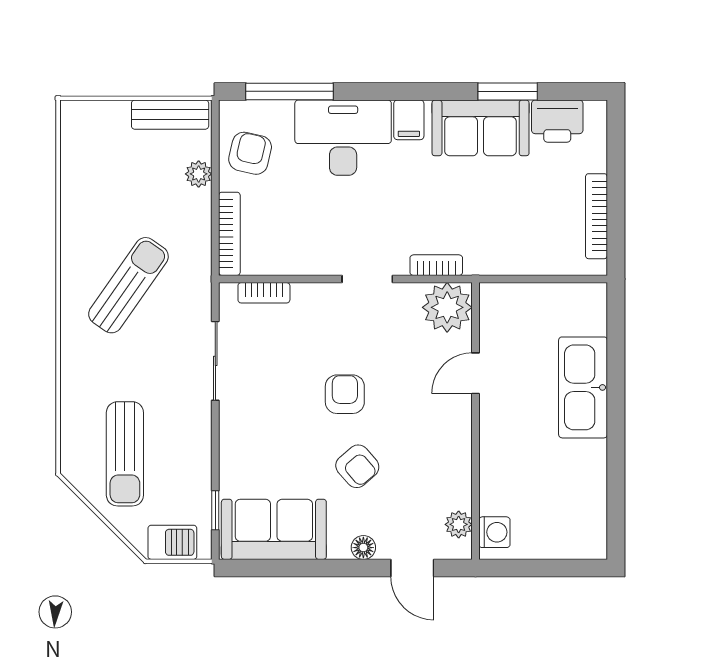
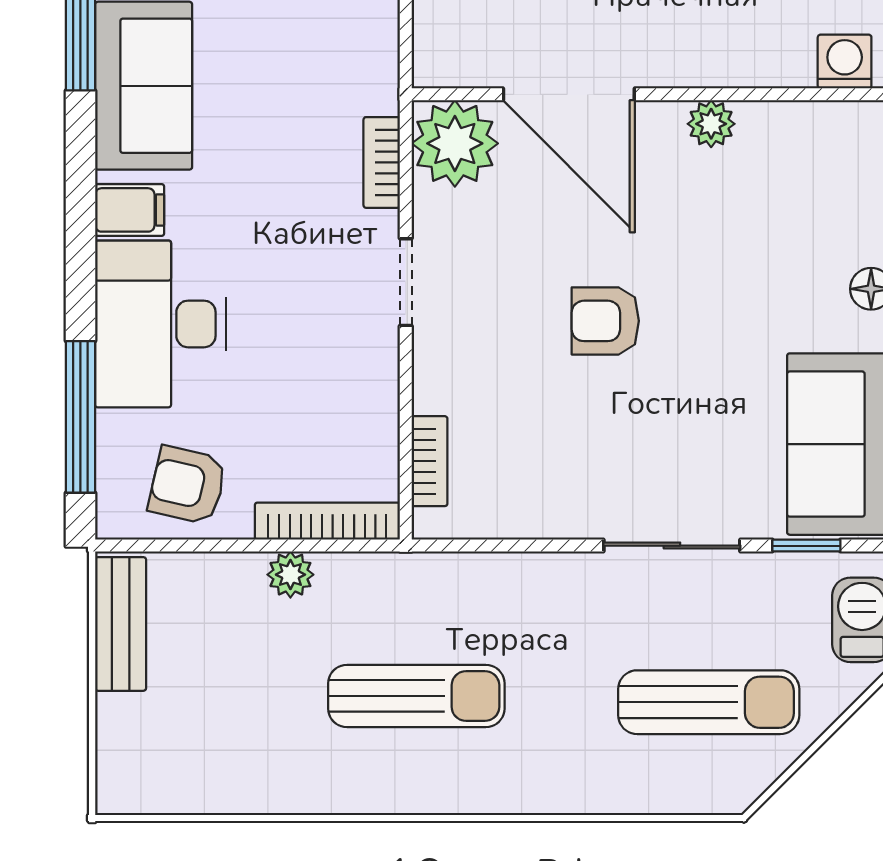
plant: (199, 174) -> (290, 575), moved
sun lounger: (128, 285) -> (416, 696), turned 145
sliding door: (215, 361) -> (672, 546), moved
door: (476, 373) -> (569, 94), width x1.88
armchair: (357, 466) -> (730, 299), removed
plant: (459, 524) -> (711, 124), moved

